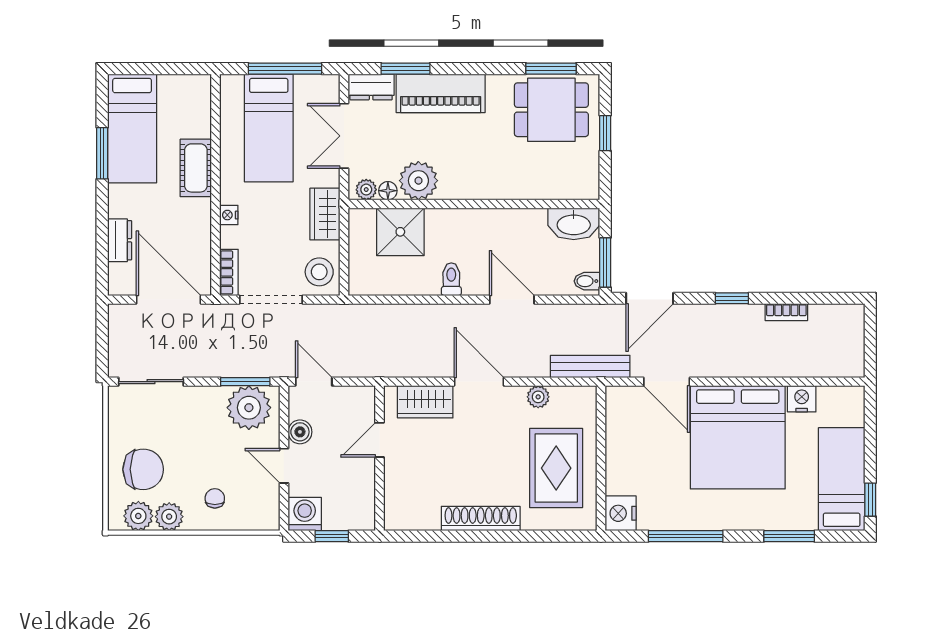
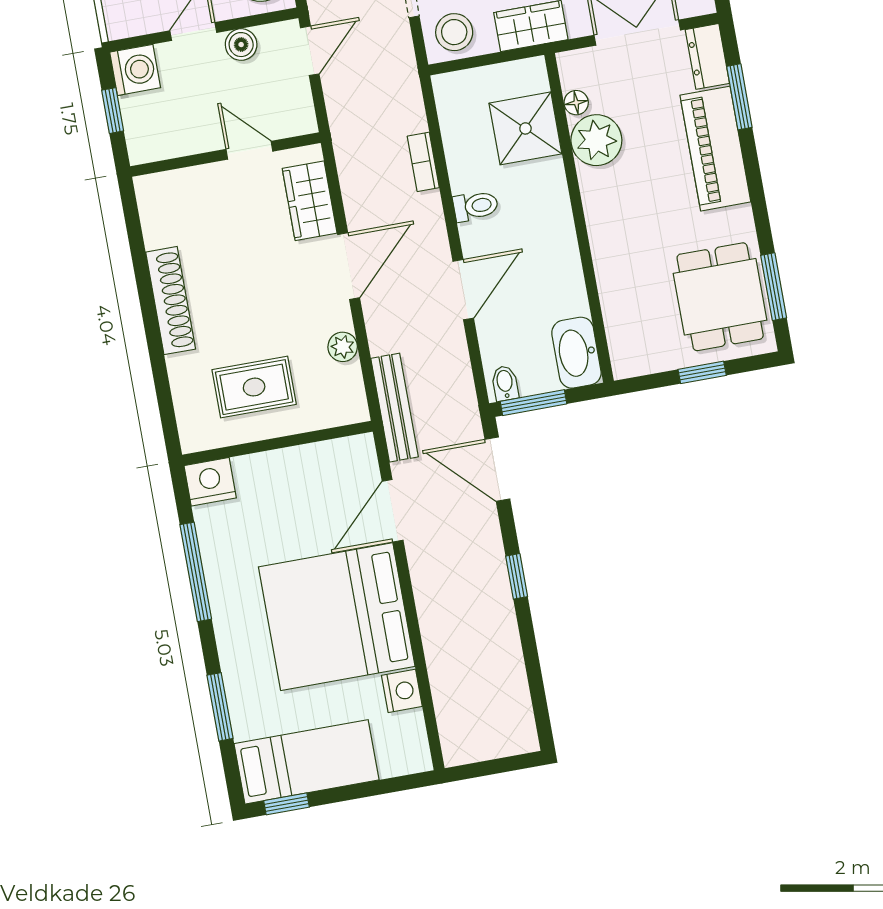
plant: (366, 190) -> (573, 74), removed
bookcase: (786, 312) -> (423, 162), moved
rug: (556, 468) -> (254, 387), width x0.73, depth x0.70

